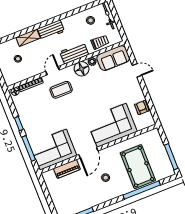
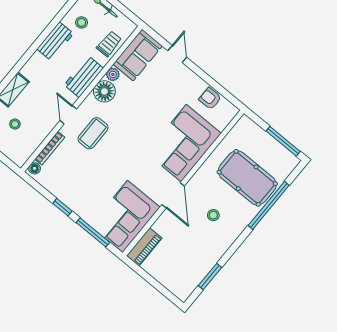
workbench: (51, 30) -> (55, 41), moved
door: (137, 70) -> (177, 54), hinge flipped
piano: (67, 169) -> (144, 247), moved

